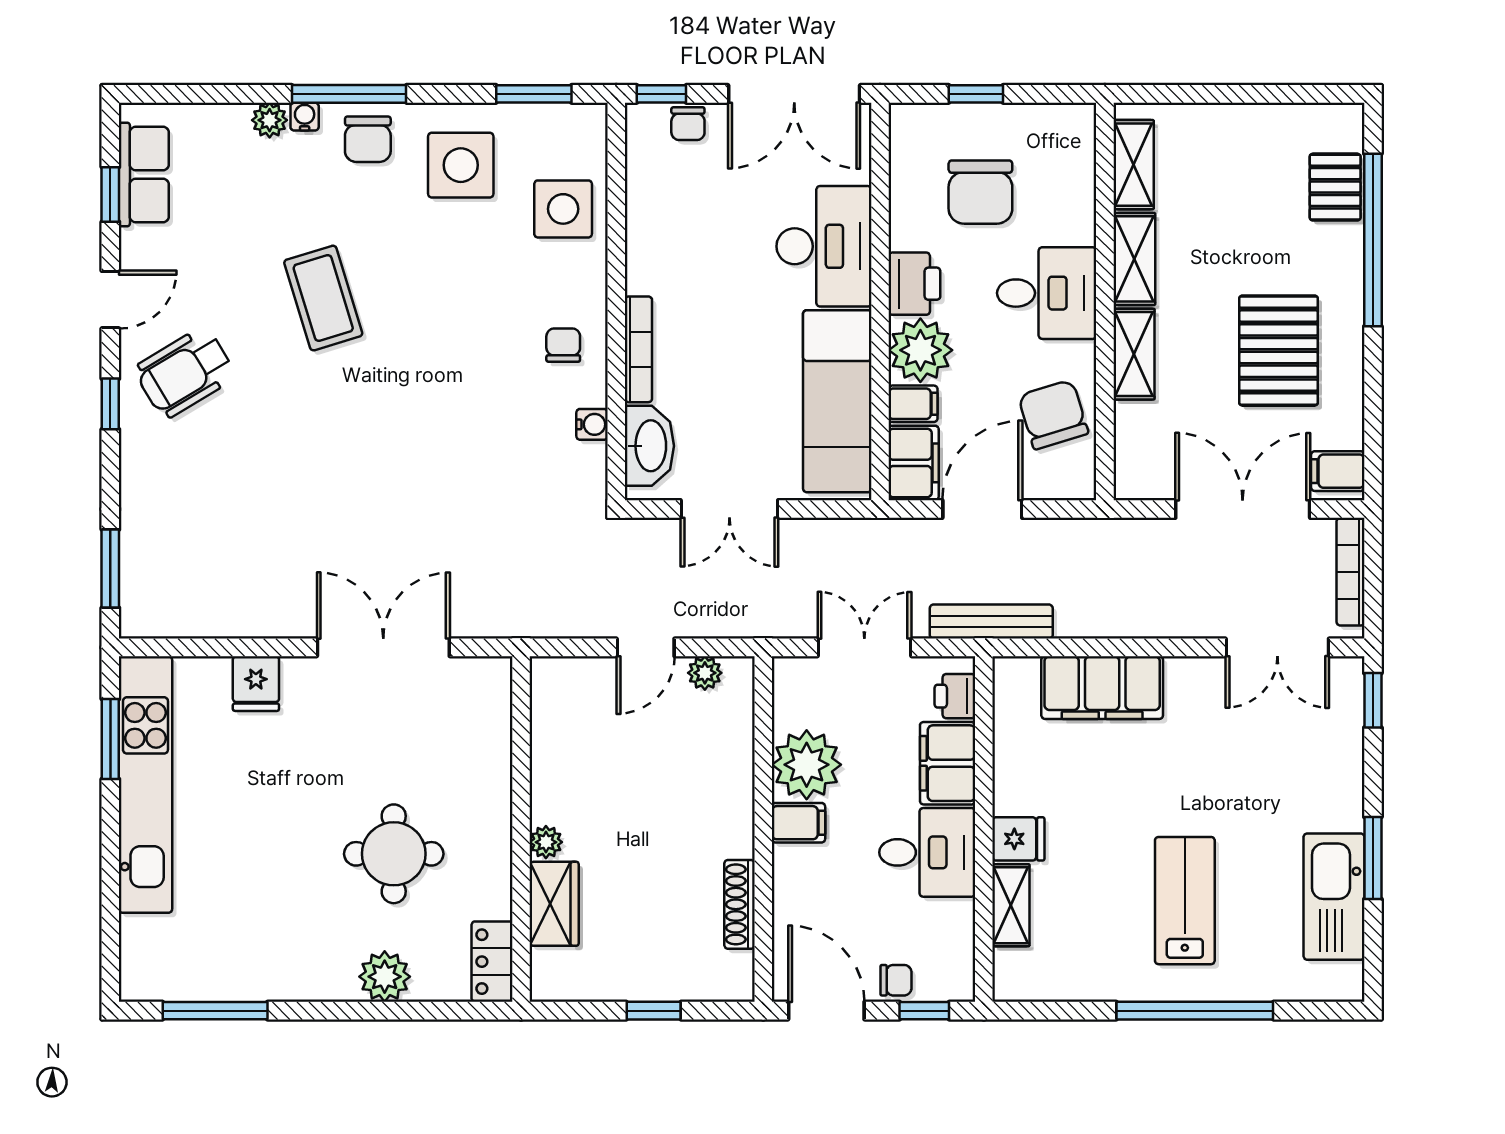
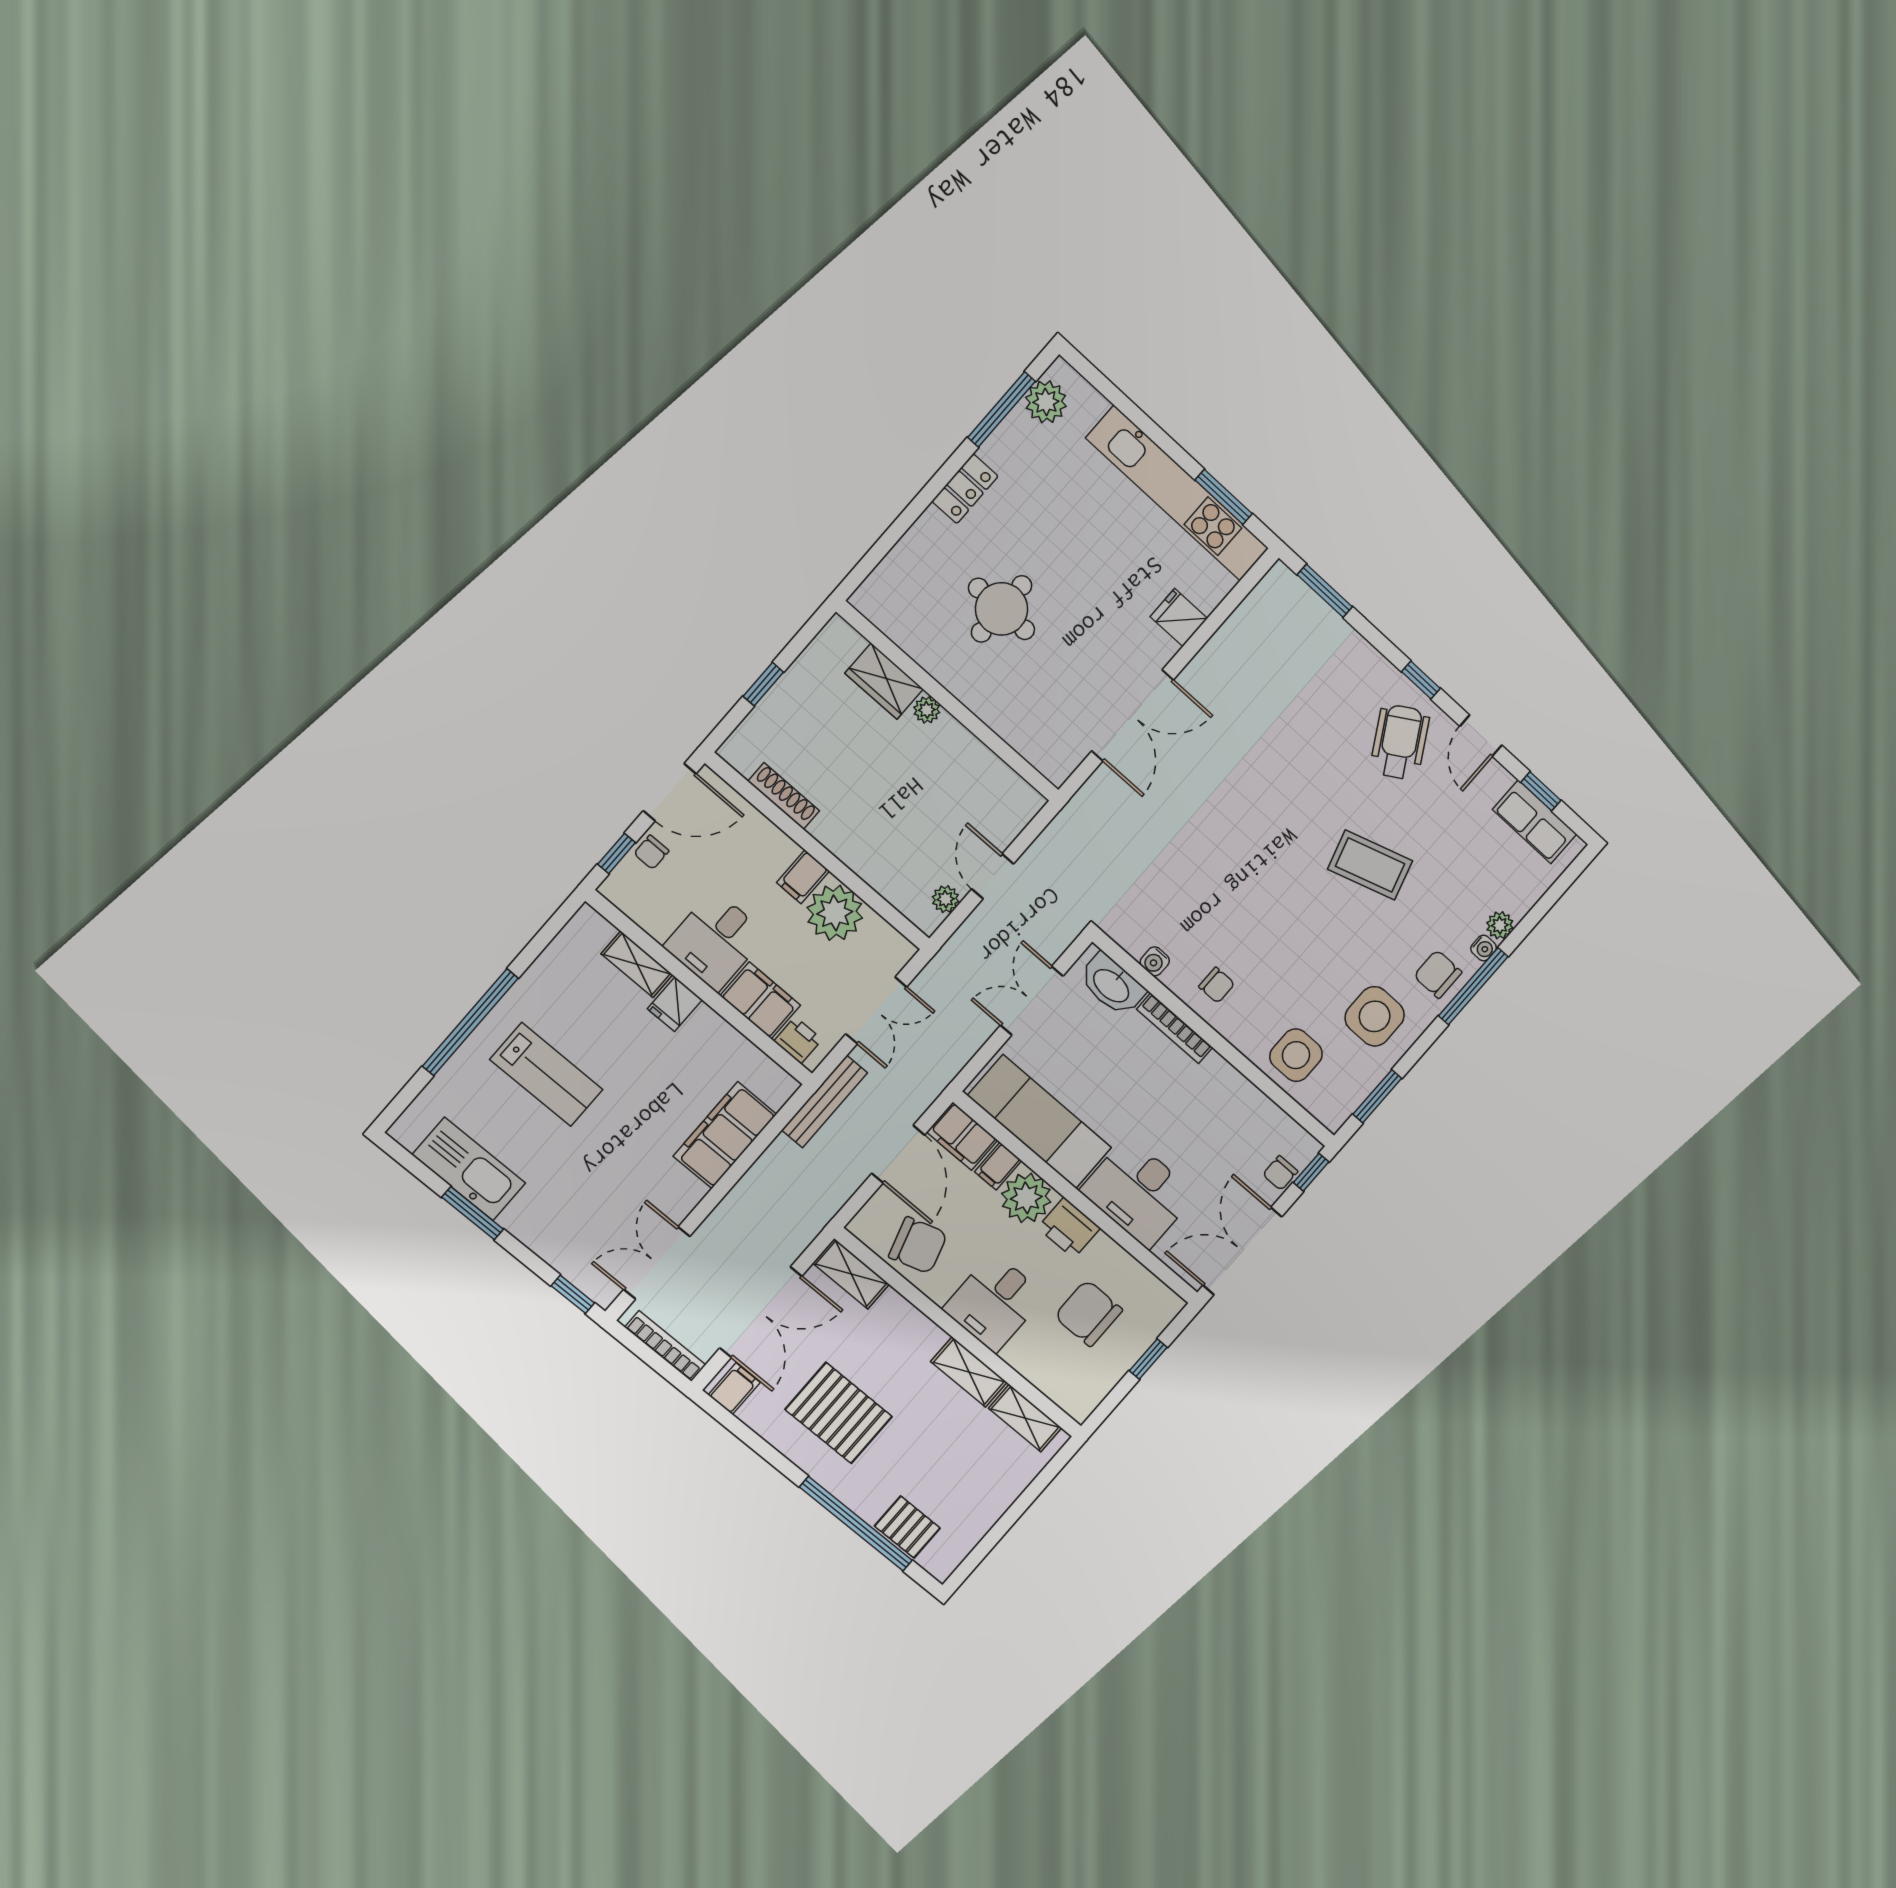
chair: (688, 124) -> (1280, 1173), turned -90
shelving: (1134, 354) -> (851, 1274), moved
locker: (492, 962) -> (965, 489), moved, turned 90
plant: (385, 977) -> (1046, 402), moved

